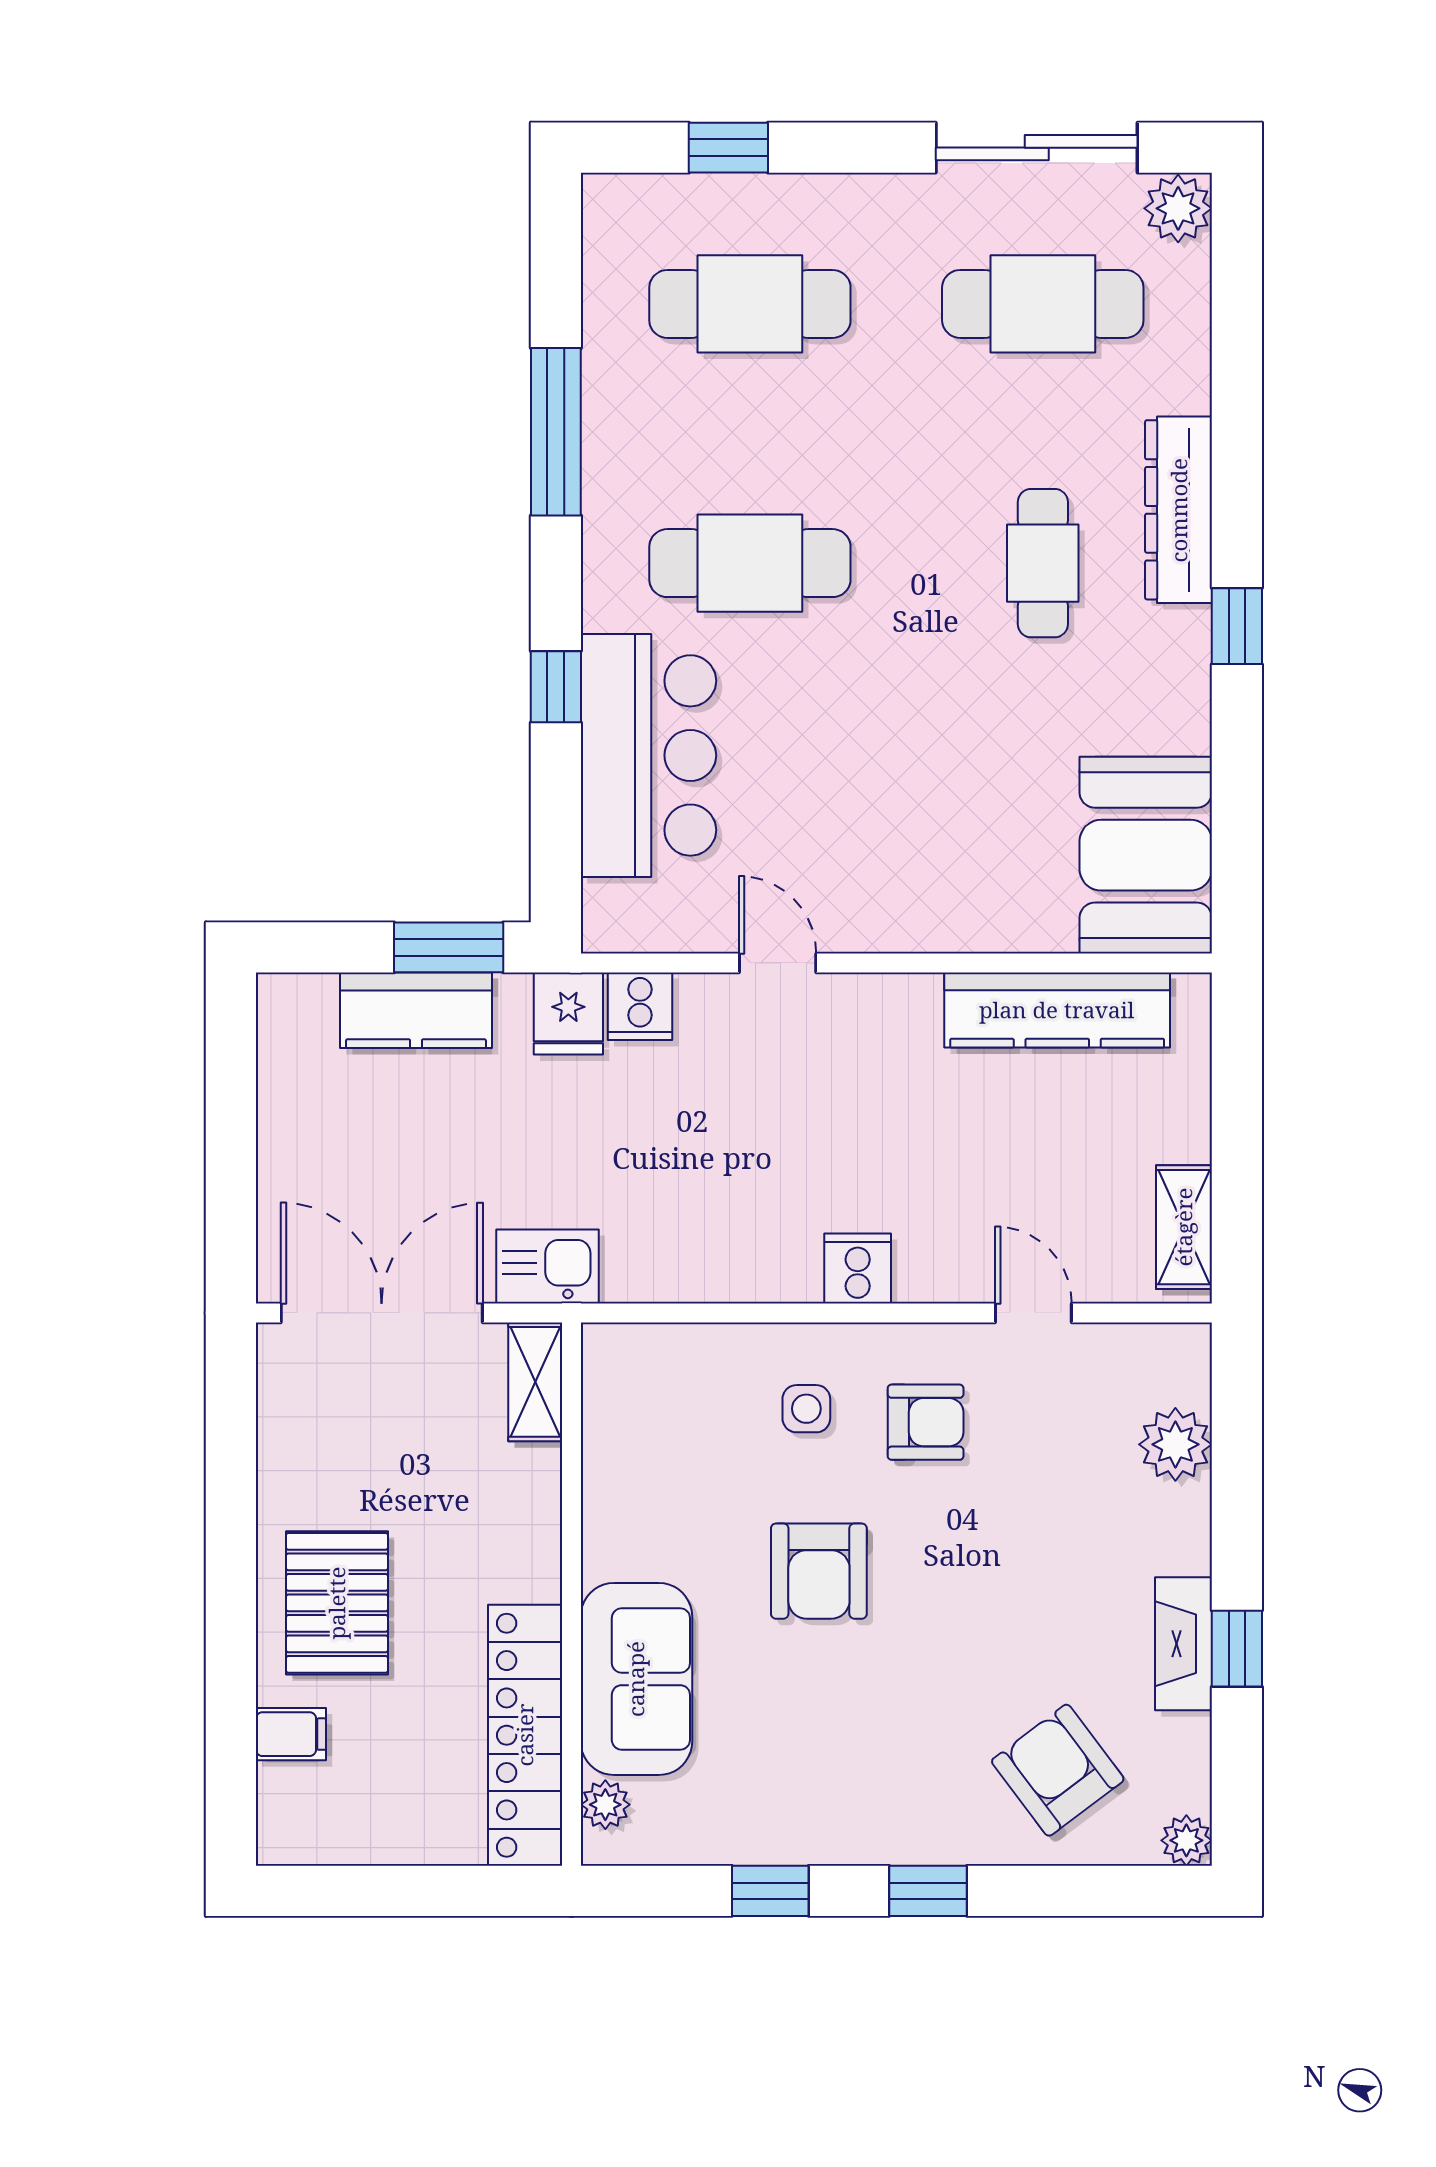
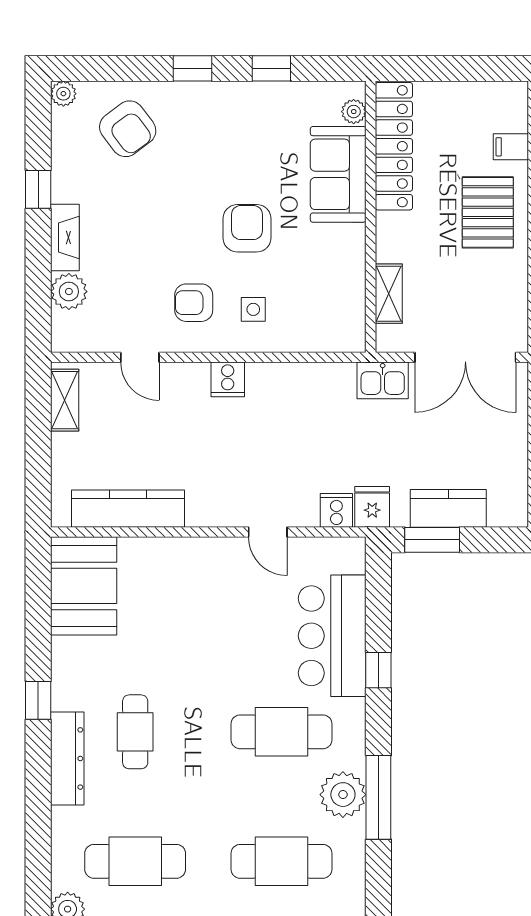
plant: (627, 438) -> (343, 795), added
shelving: (535, 1382) -> (389, 294), moved
fireplace: (1183, 1644) -> (65, 238), moved

